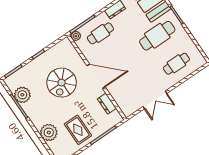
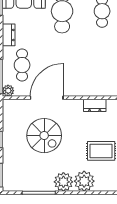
door: (96, 76) -> (47, 98), moved
plant: (22, 95) -> (63, 182), moved

